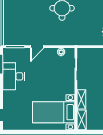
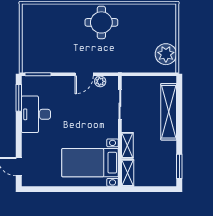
door: (37, 47) -> (84, 74), moved

